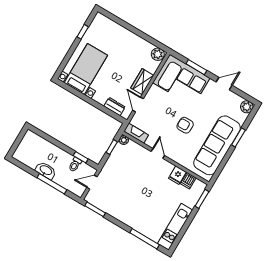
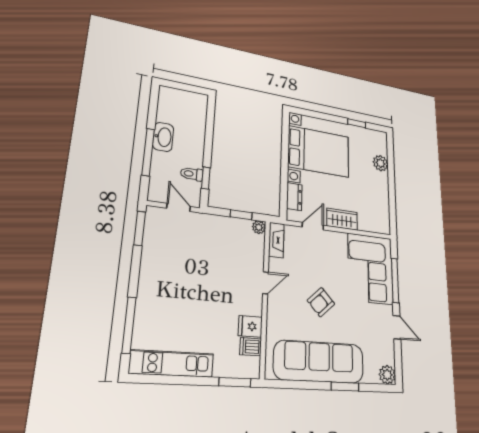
plant: (158, 54) -> (381, 163), moved
window: (196, 67) -> (395, 280), width x1.44
bed with nightstands: (86, 69) -> (319, 152), width x1.36
armchair: (185, 125) -> (321, 302), turned -133

